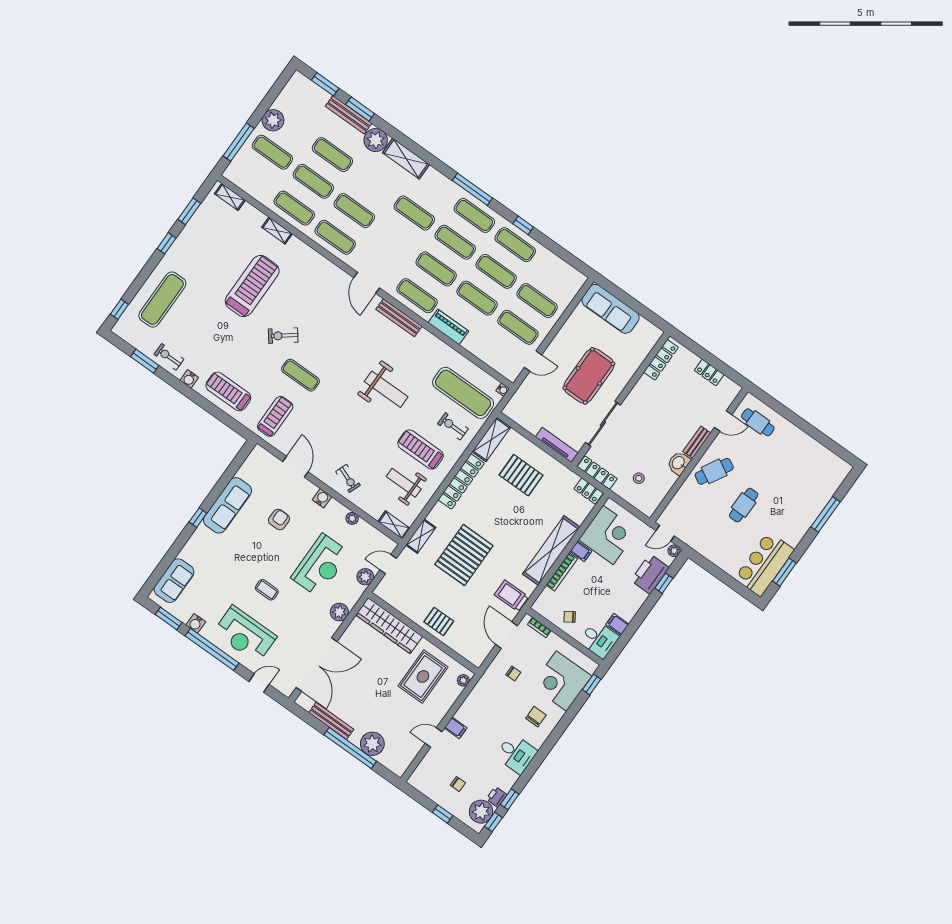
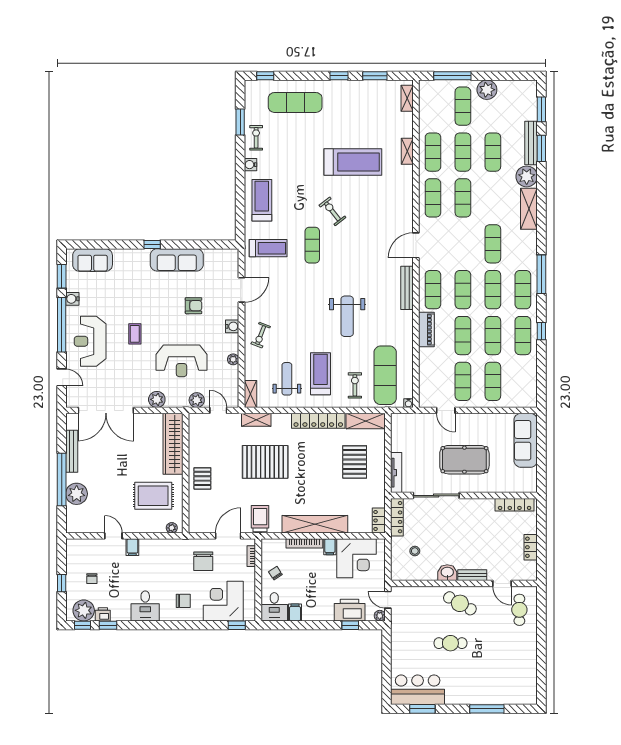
chair: (513, 673) -> (203, 561), width x1.87, depth x1.87

